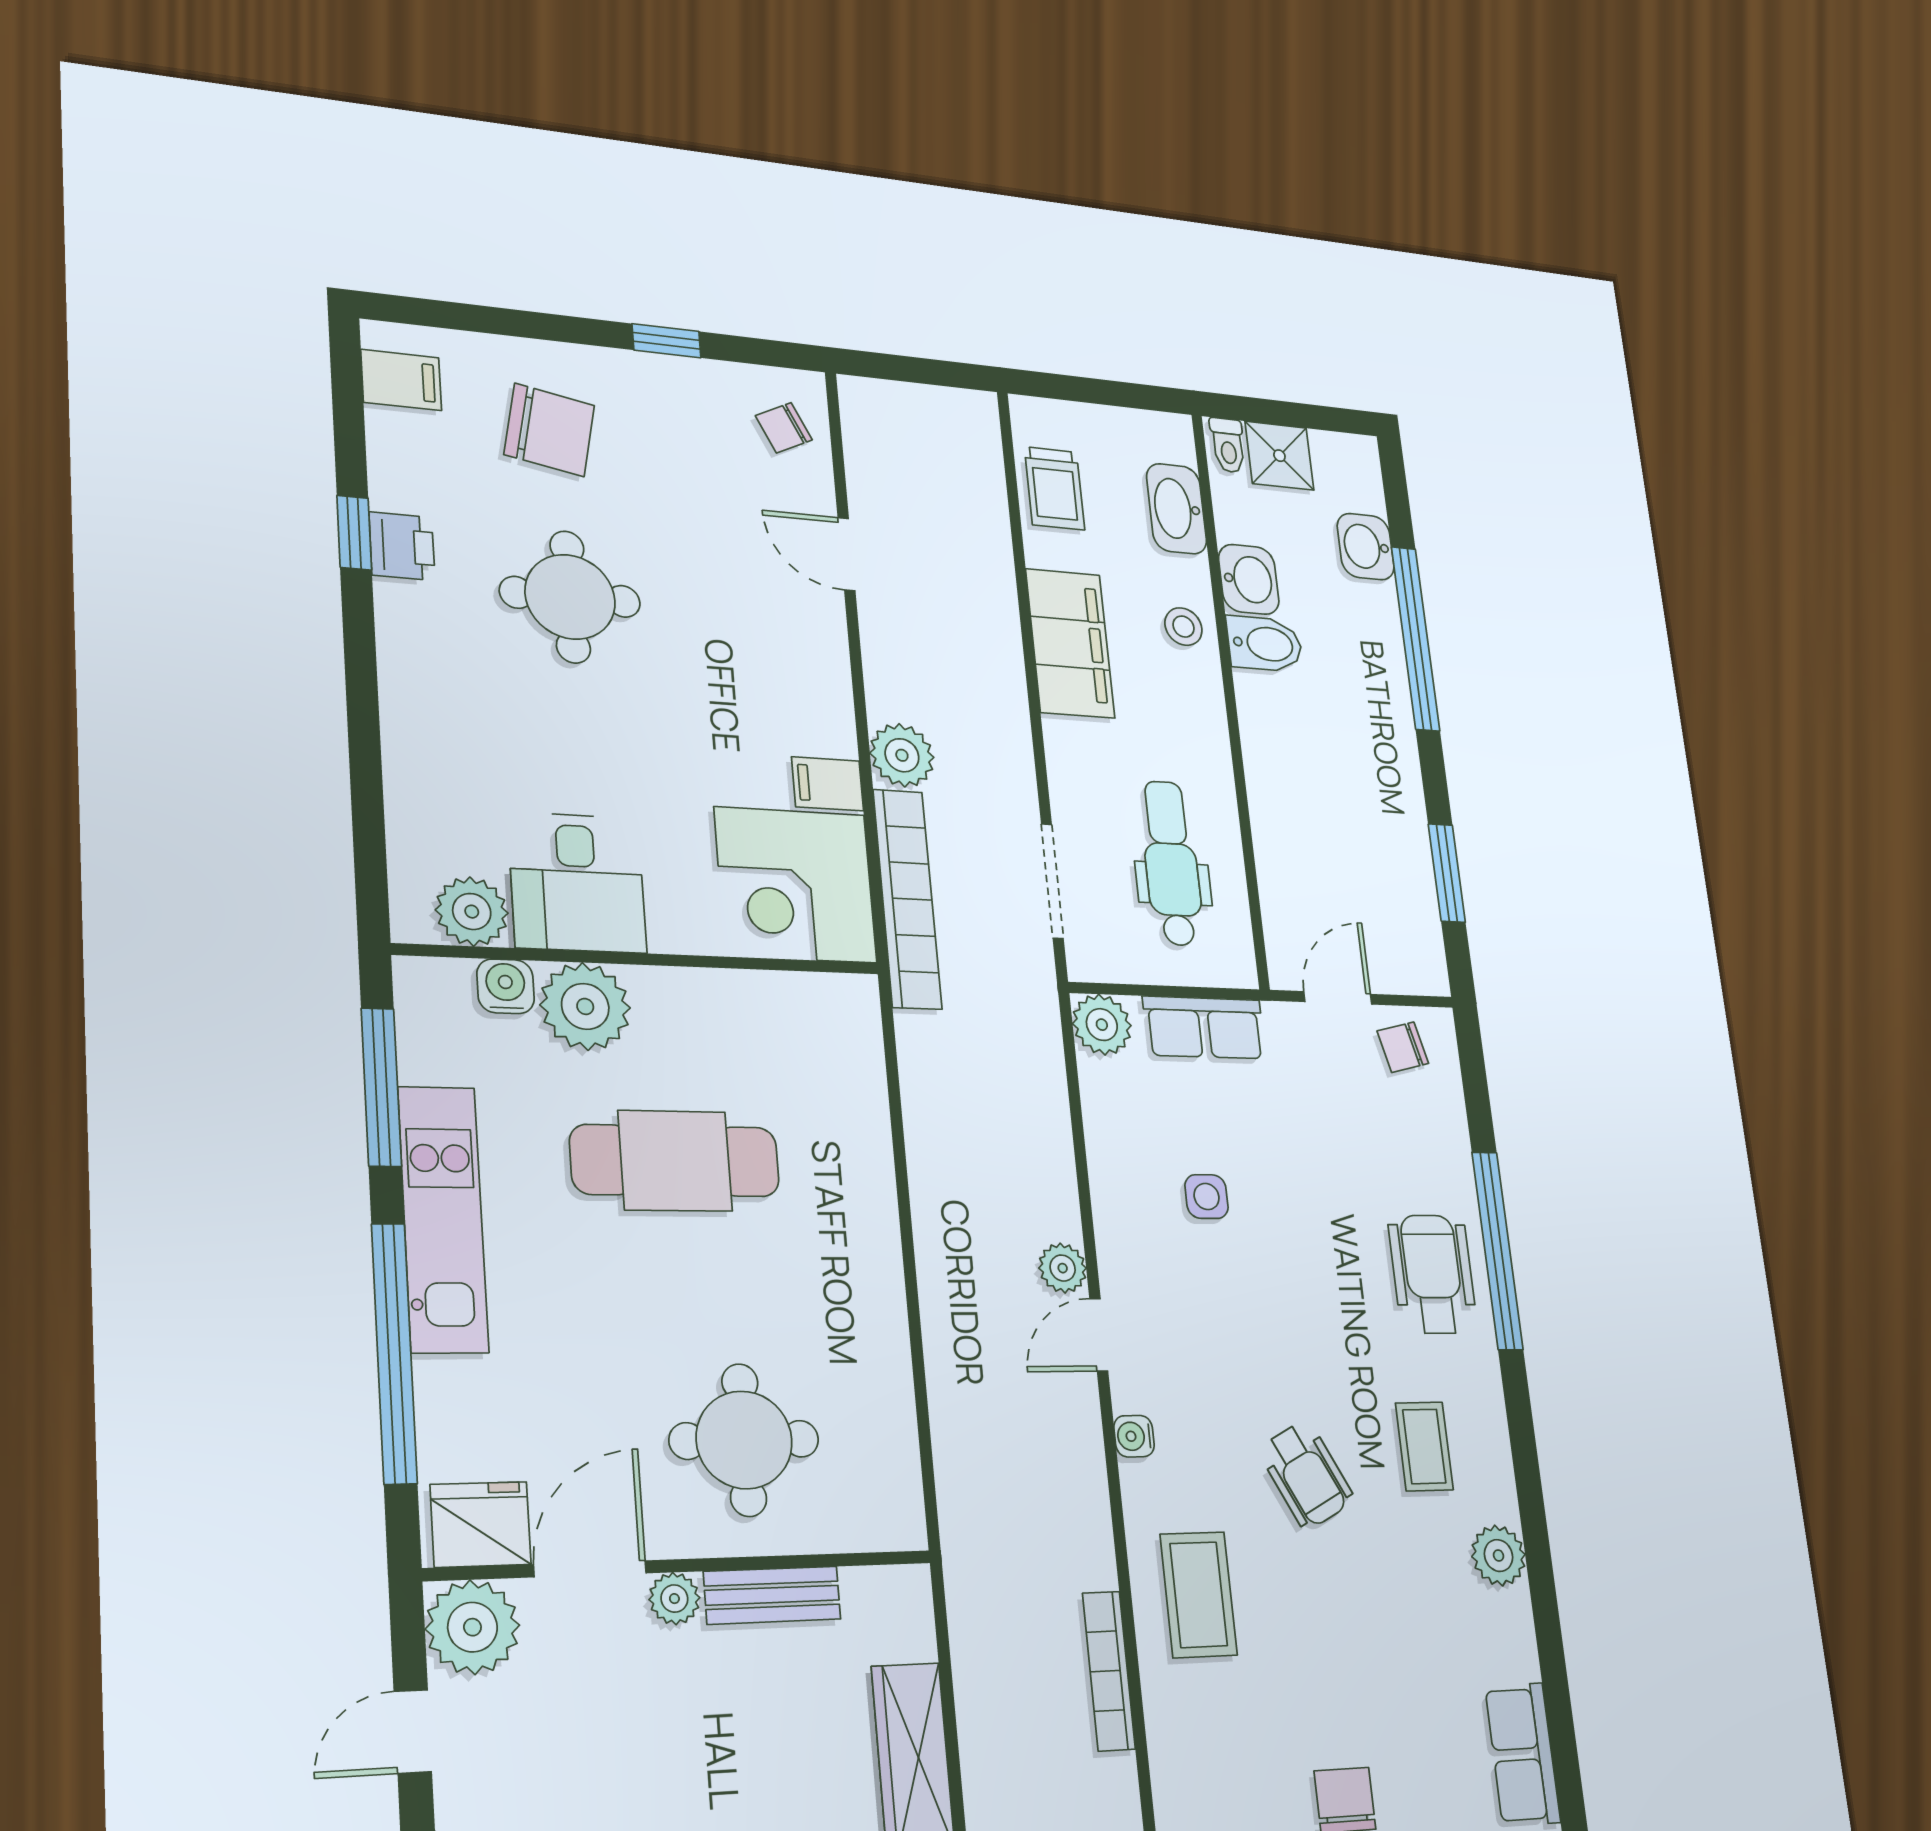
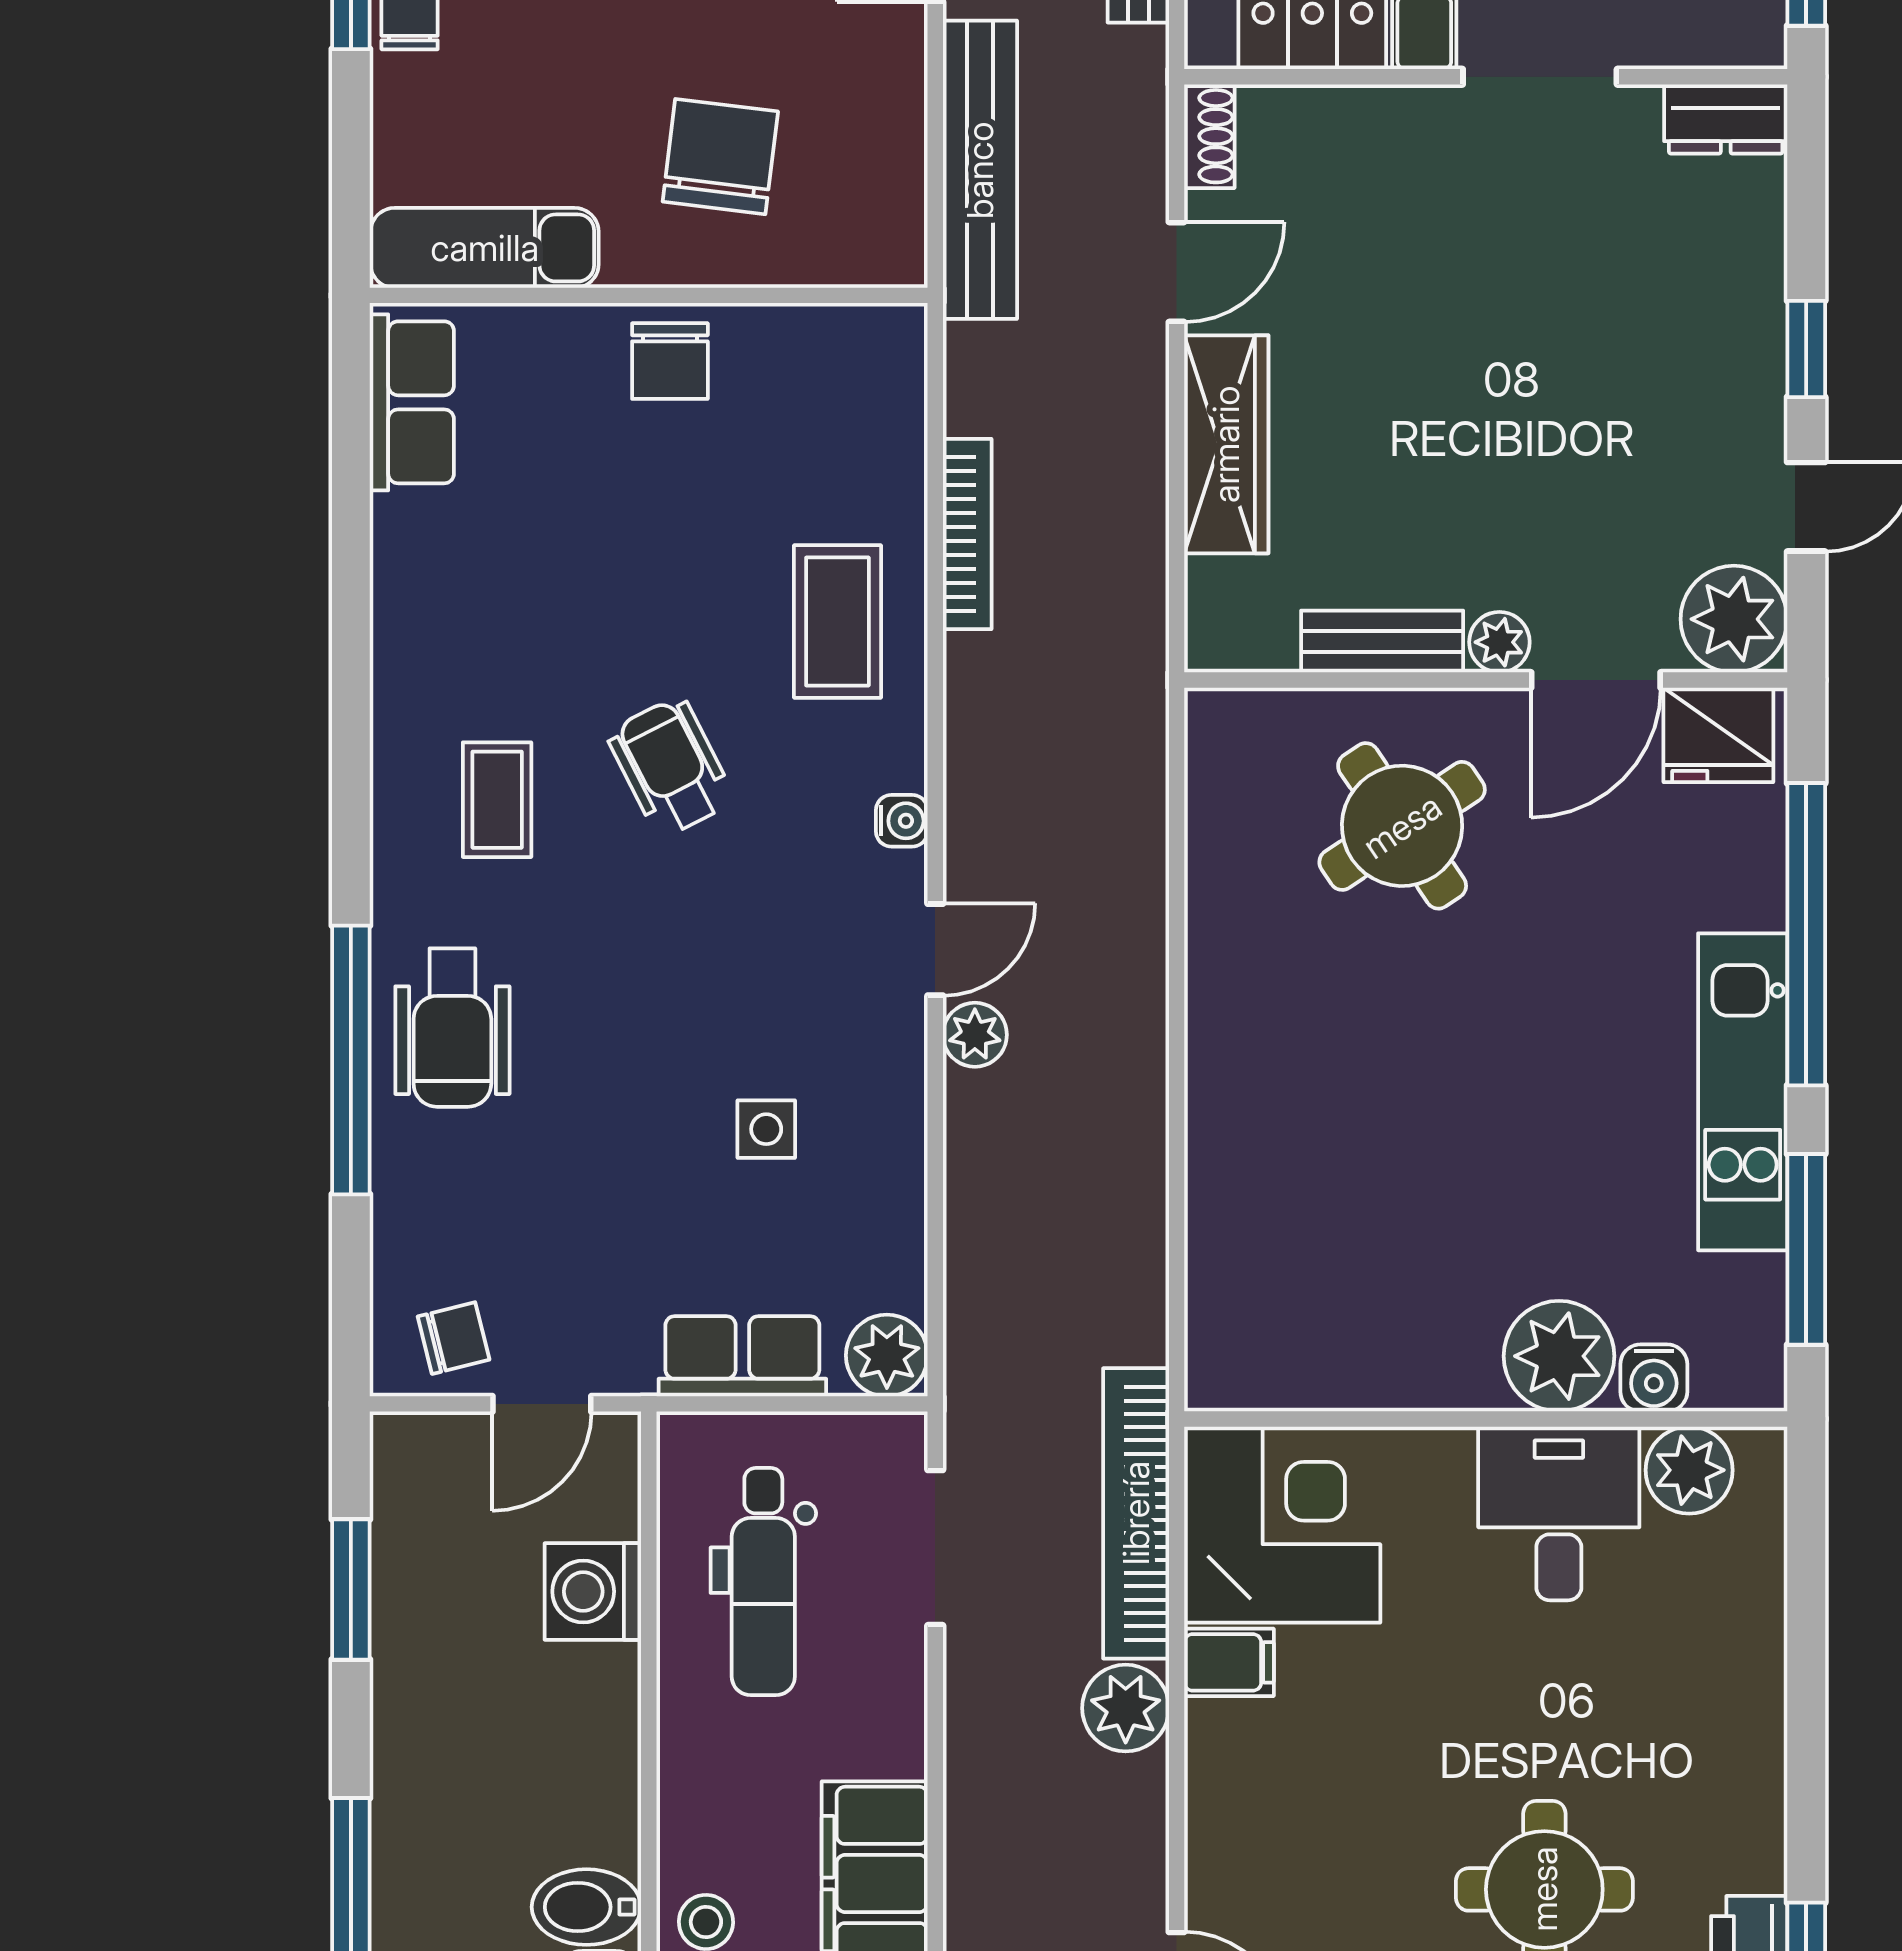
washing machine: (1287, 863) -> (593, 1591), added
cafe table: (675, 1161) -> (1462, 1166), removed
round table: (744, 1440) -> (1402, 826), turned -34
plant: (1499, 1556) -> (409, 656), removed

